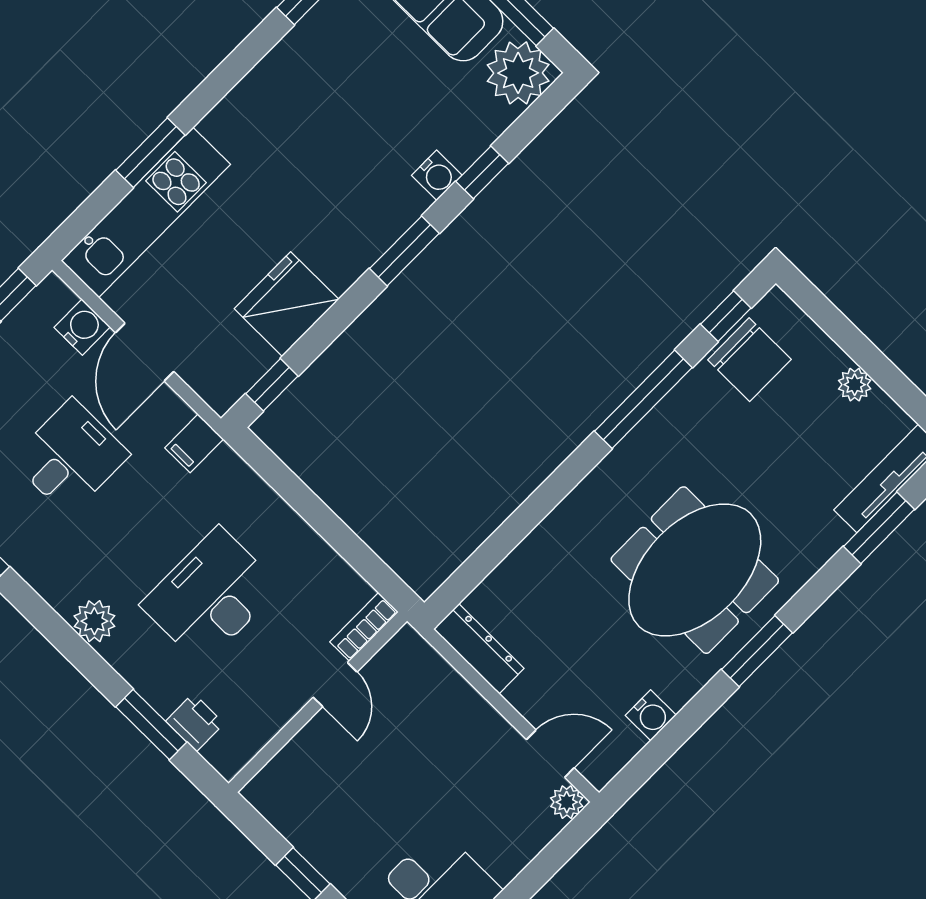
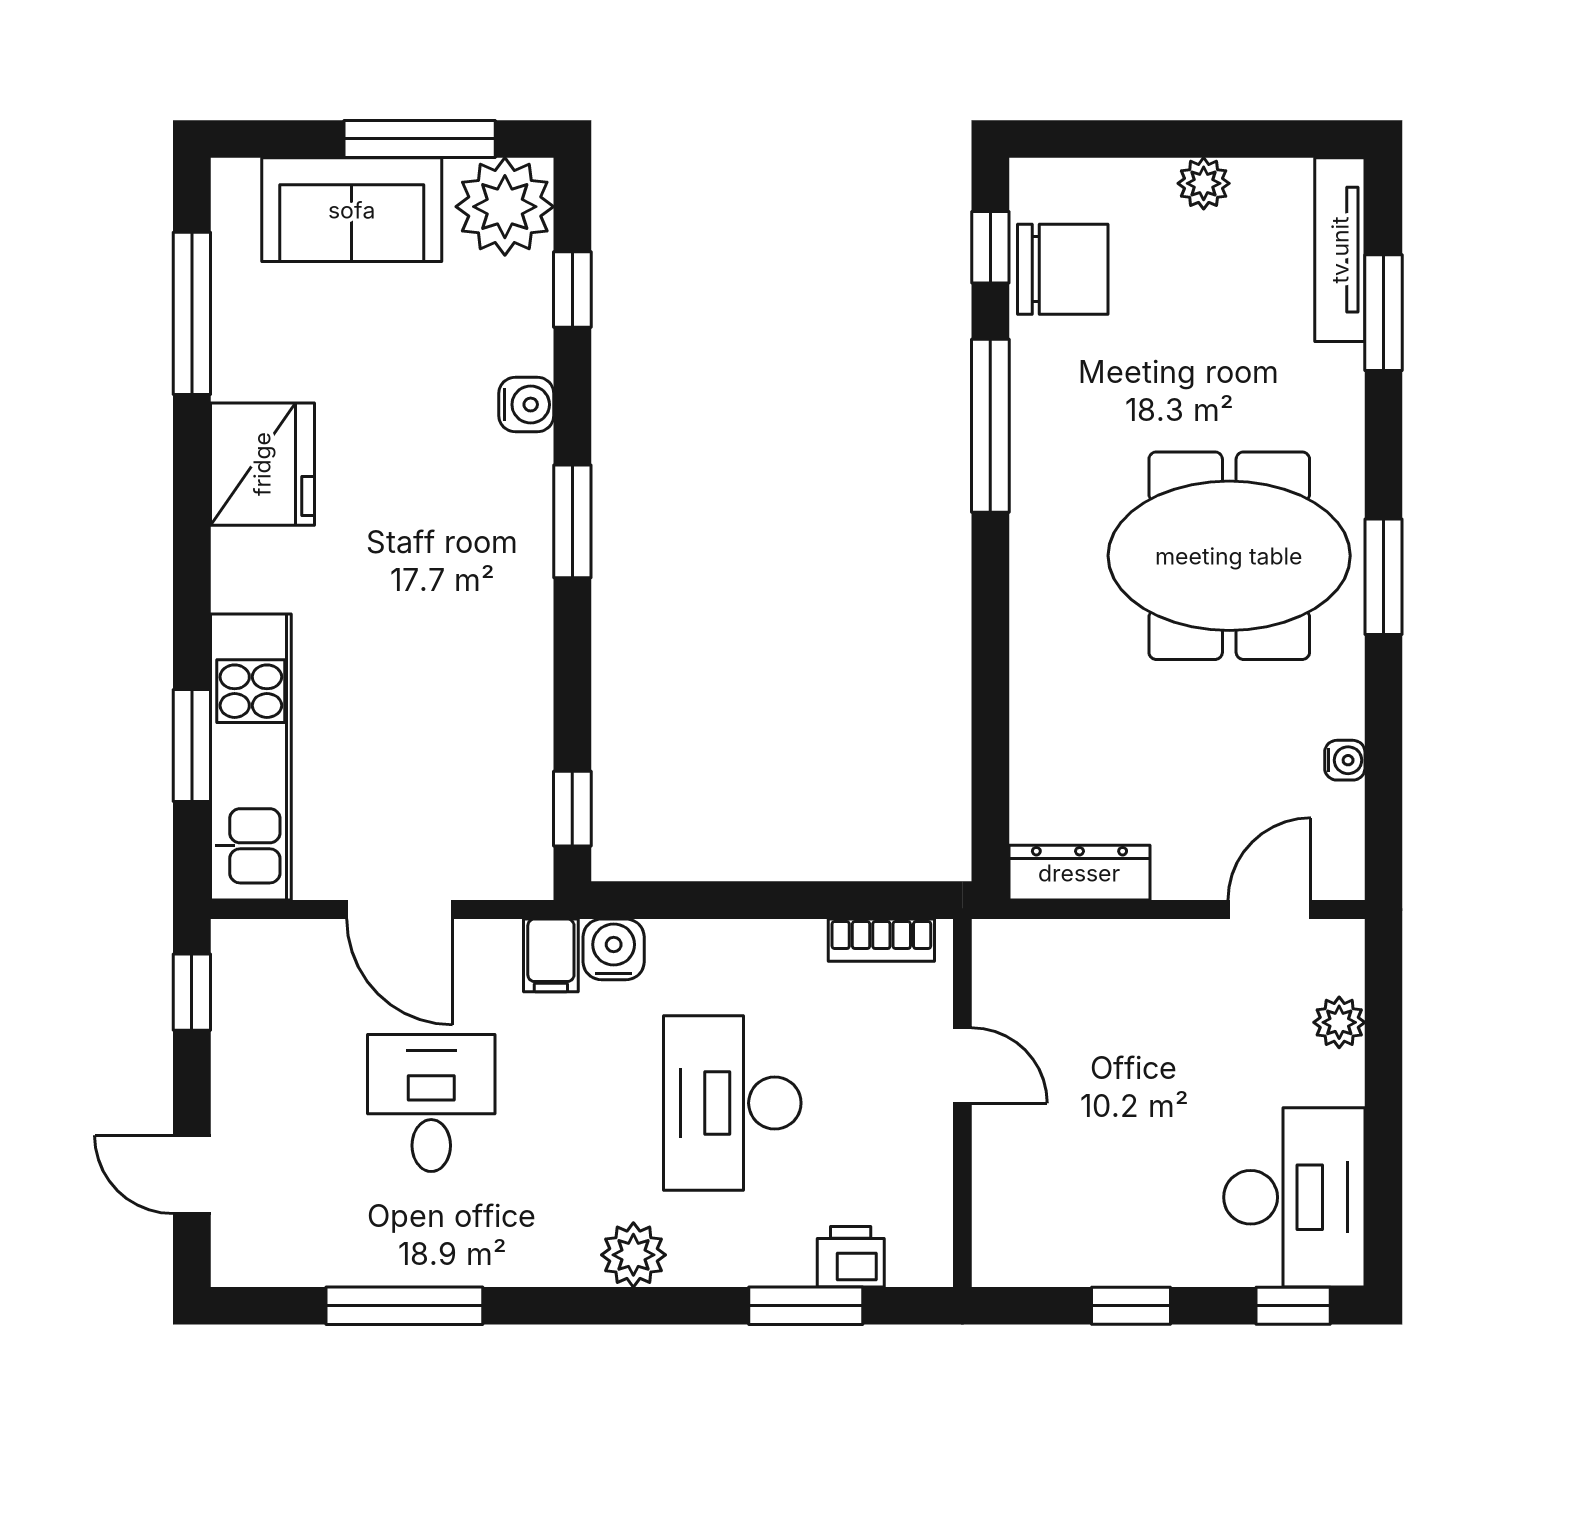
window: (150, 153) -> (192, 745), moved
window: (482, 172) -> (572, 290), moved
fridge: (287, 304) -> (262, 464), moved, turned 180
water cooler: (82, 327) -> (614, 949), moved
meeting table: (695, 570) -> (1229, 556), turned 90
bookcase: (364, 627) -> (881, 940), moved, turned -90
water cooler: (651, 715) -> (1345, 760), width x0.72, depth x0.72
plant: (567, 802) -> (1339, 1022), moved

